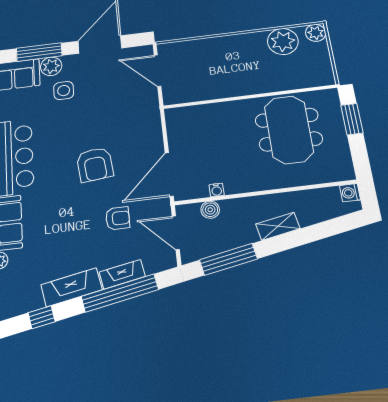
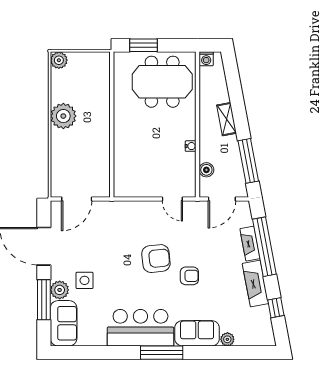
plant: (283, 41) -> (63, 116), moved
meeting table: (289, 130) -> (162, 82), moved
door: (169, 174) -> (172, 199), width x0.53
water cooler: (217, 190) -> (191, 146), moved
armchair: (118, 218) -> (189, 276), moved, turned 90

